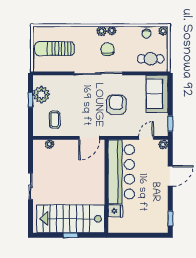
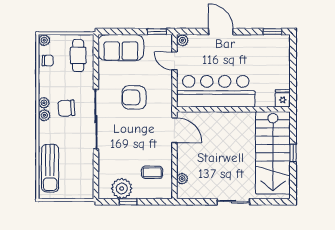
sun lounger: (55, 49) -> (50, 168), moved
fridge: (115, 211) -> (283, 98), moved

